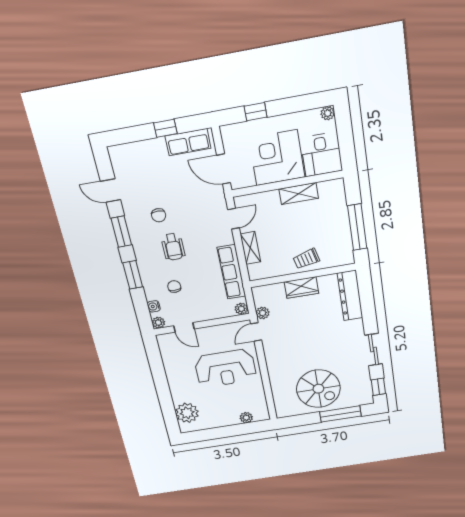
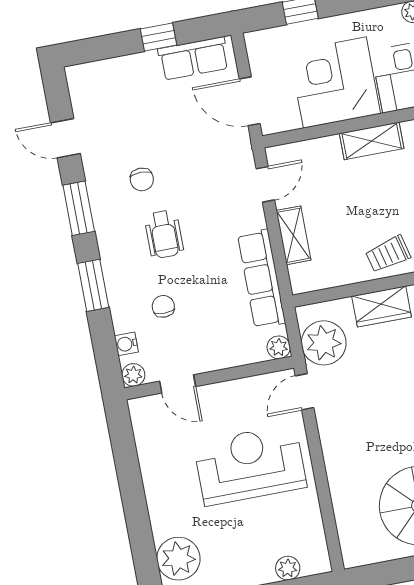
plant: (263, 313) -> (324, 343), width x1.88, depth x1.88
reception desk: (225, 368) -> (250, 465), turned 180

